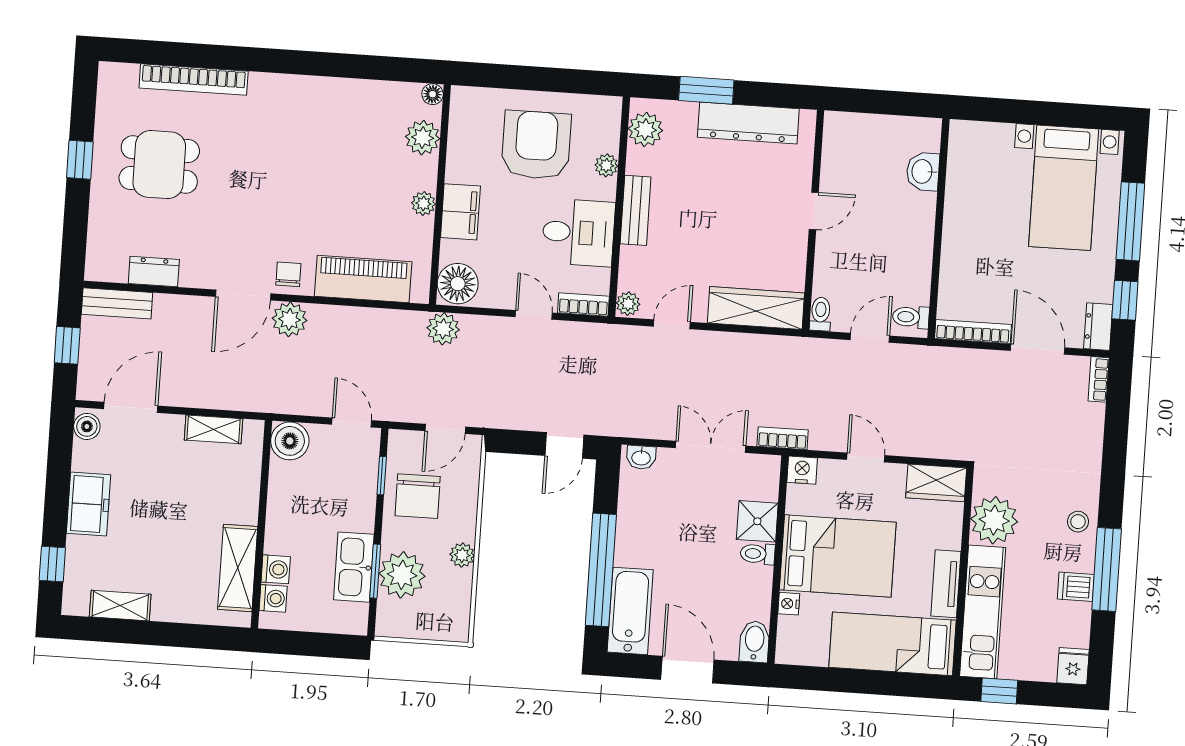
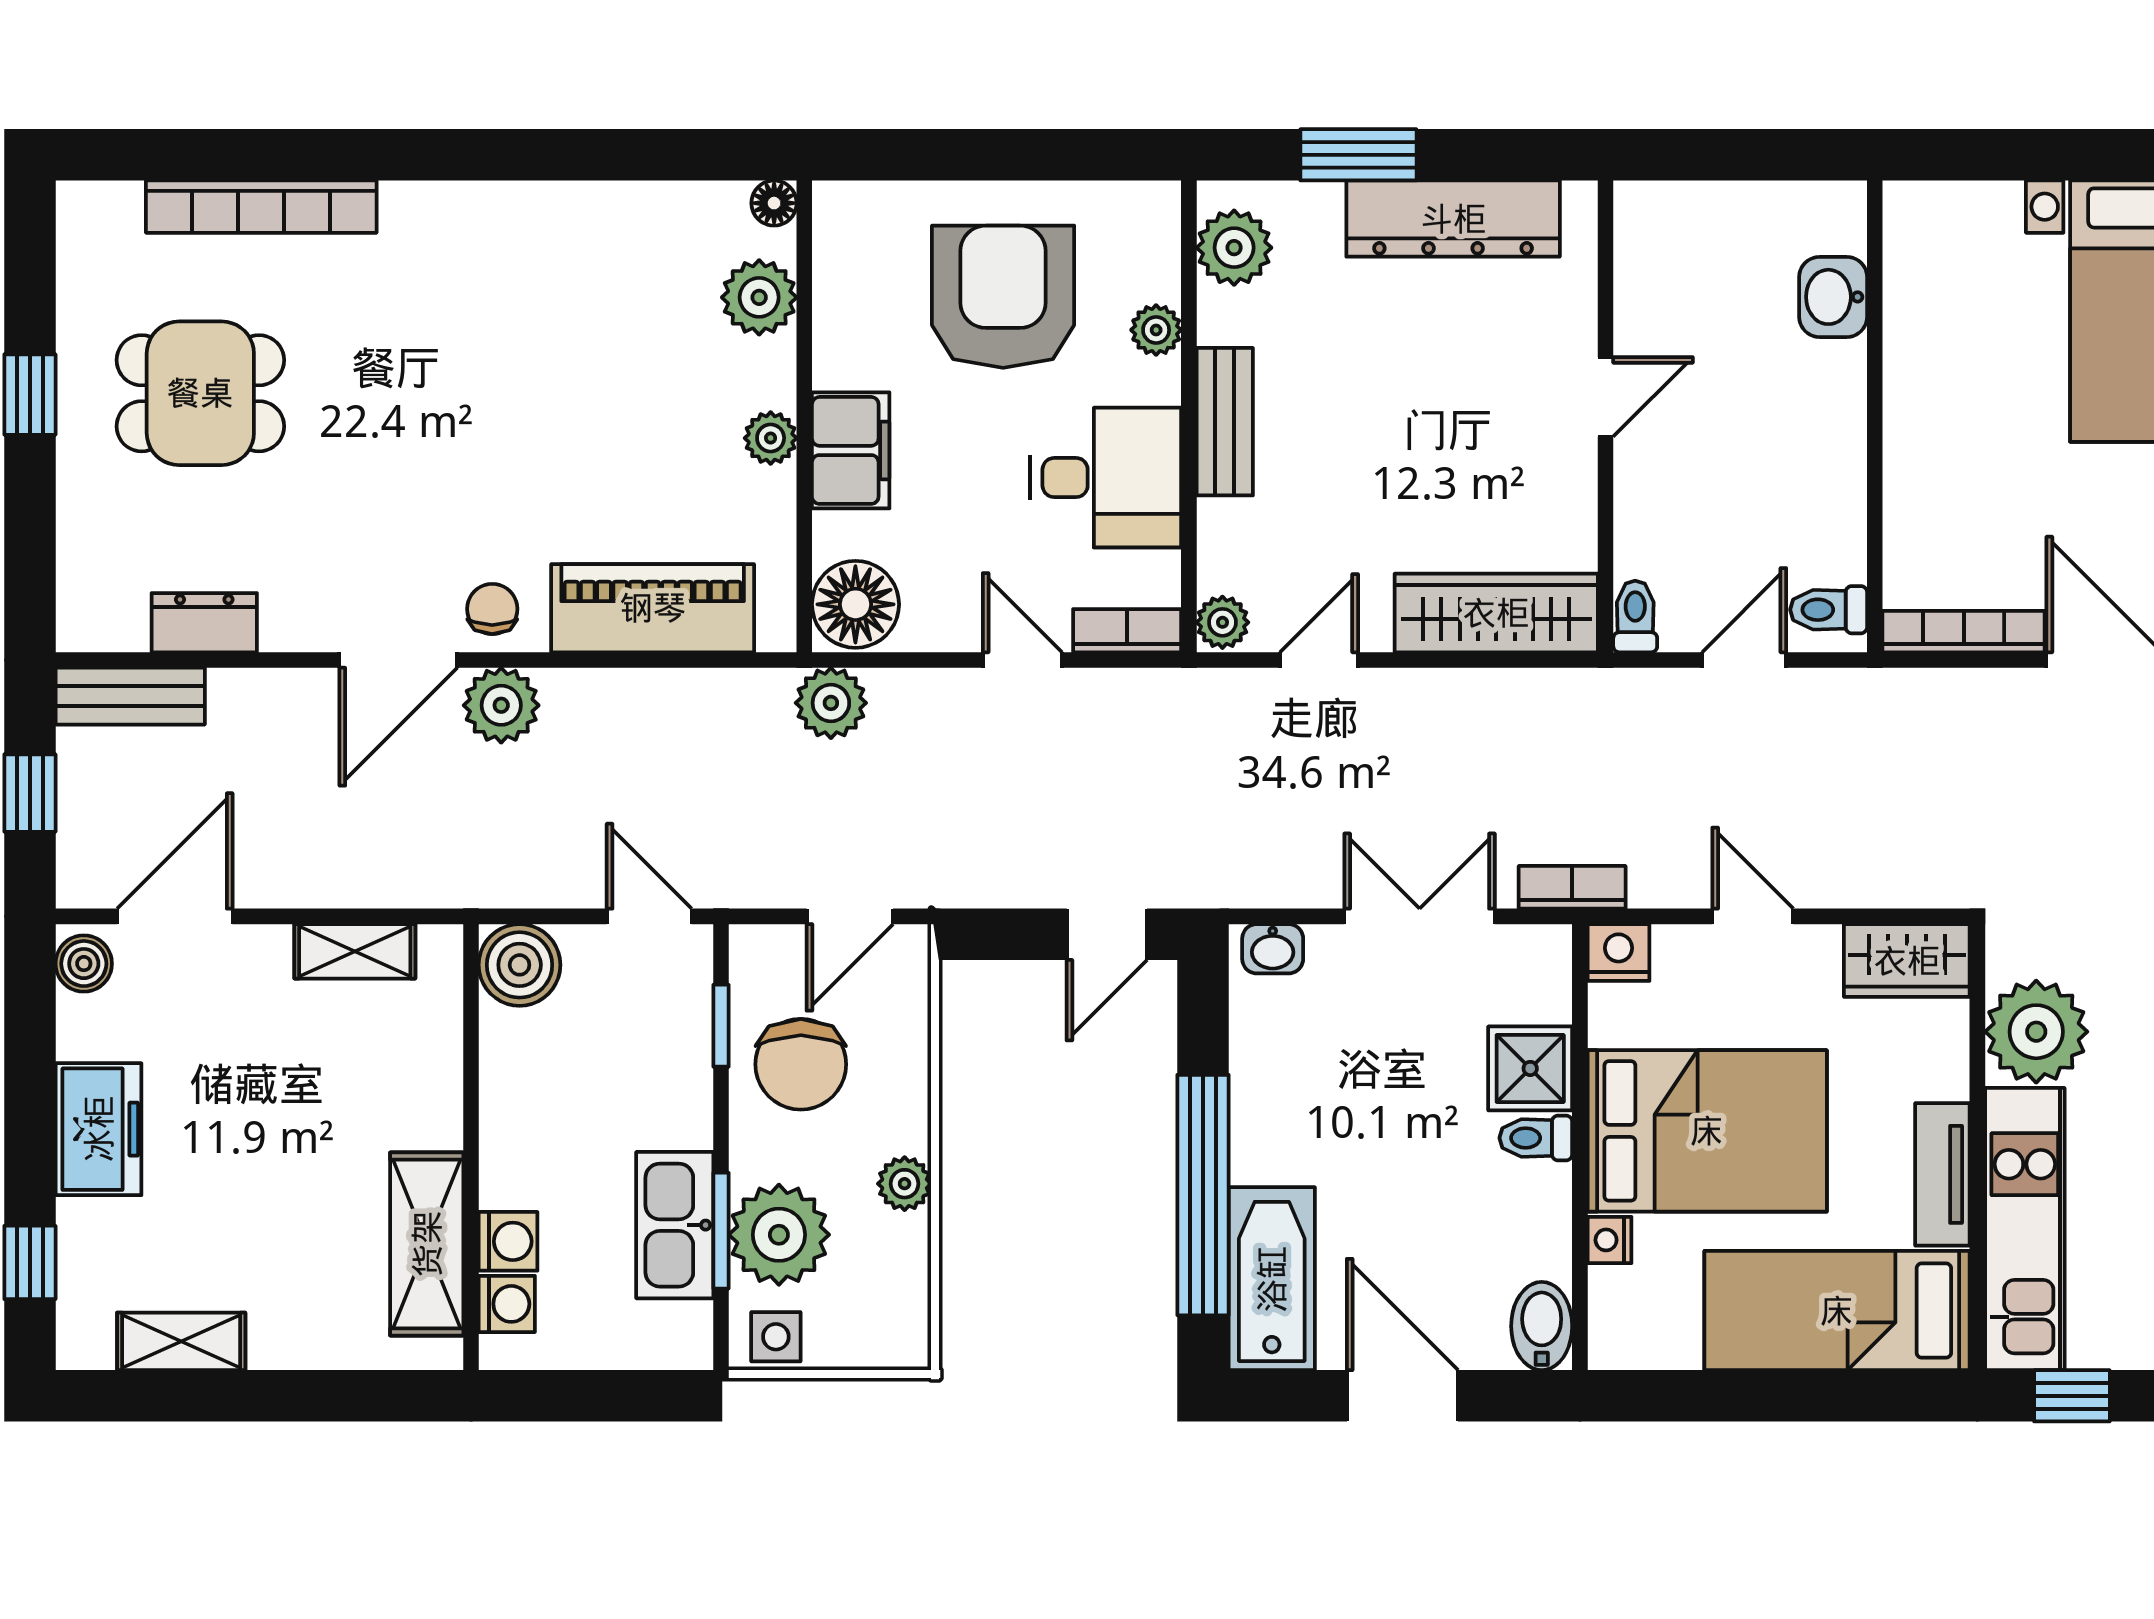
side table: (397, 622) -> (776, 1337), added

